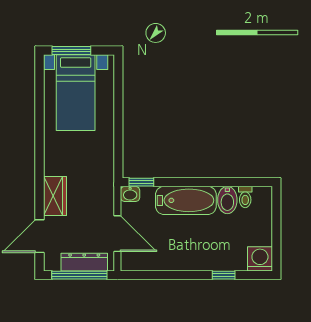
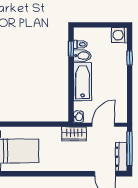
window: (141, 182) -> (71, 49), moved
wardrobe: (55, 196) -> (74, 134), moved, turned 180
dresser: (84, 262) -> (121, 157), moved

